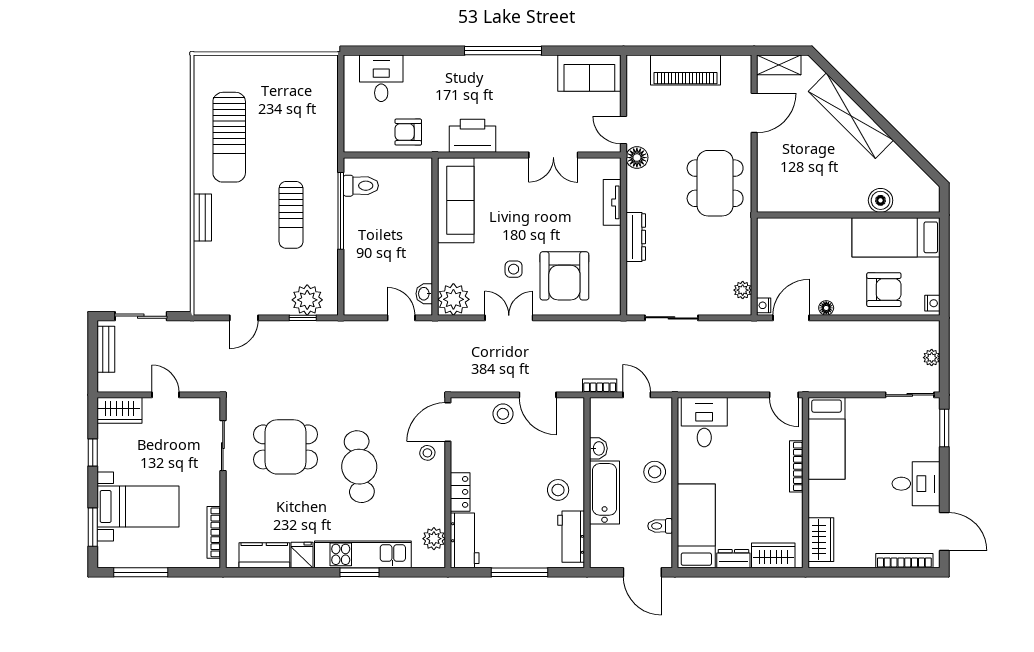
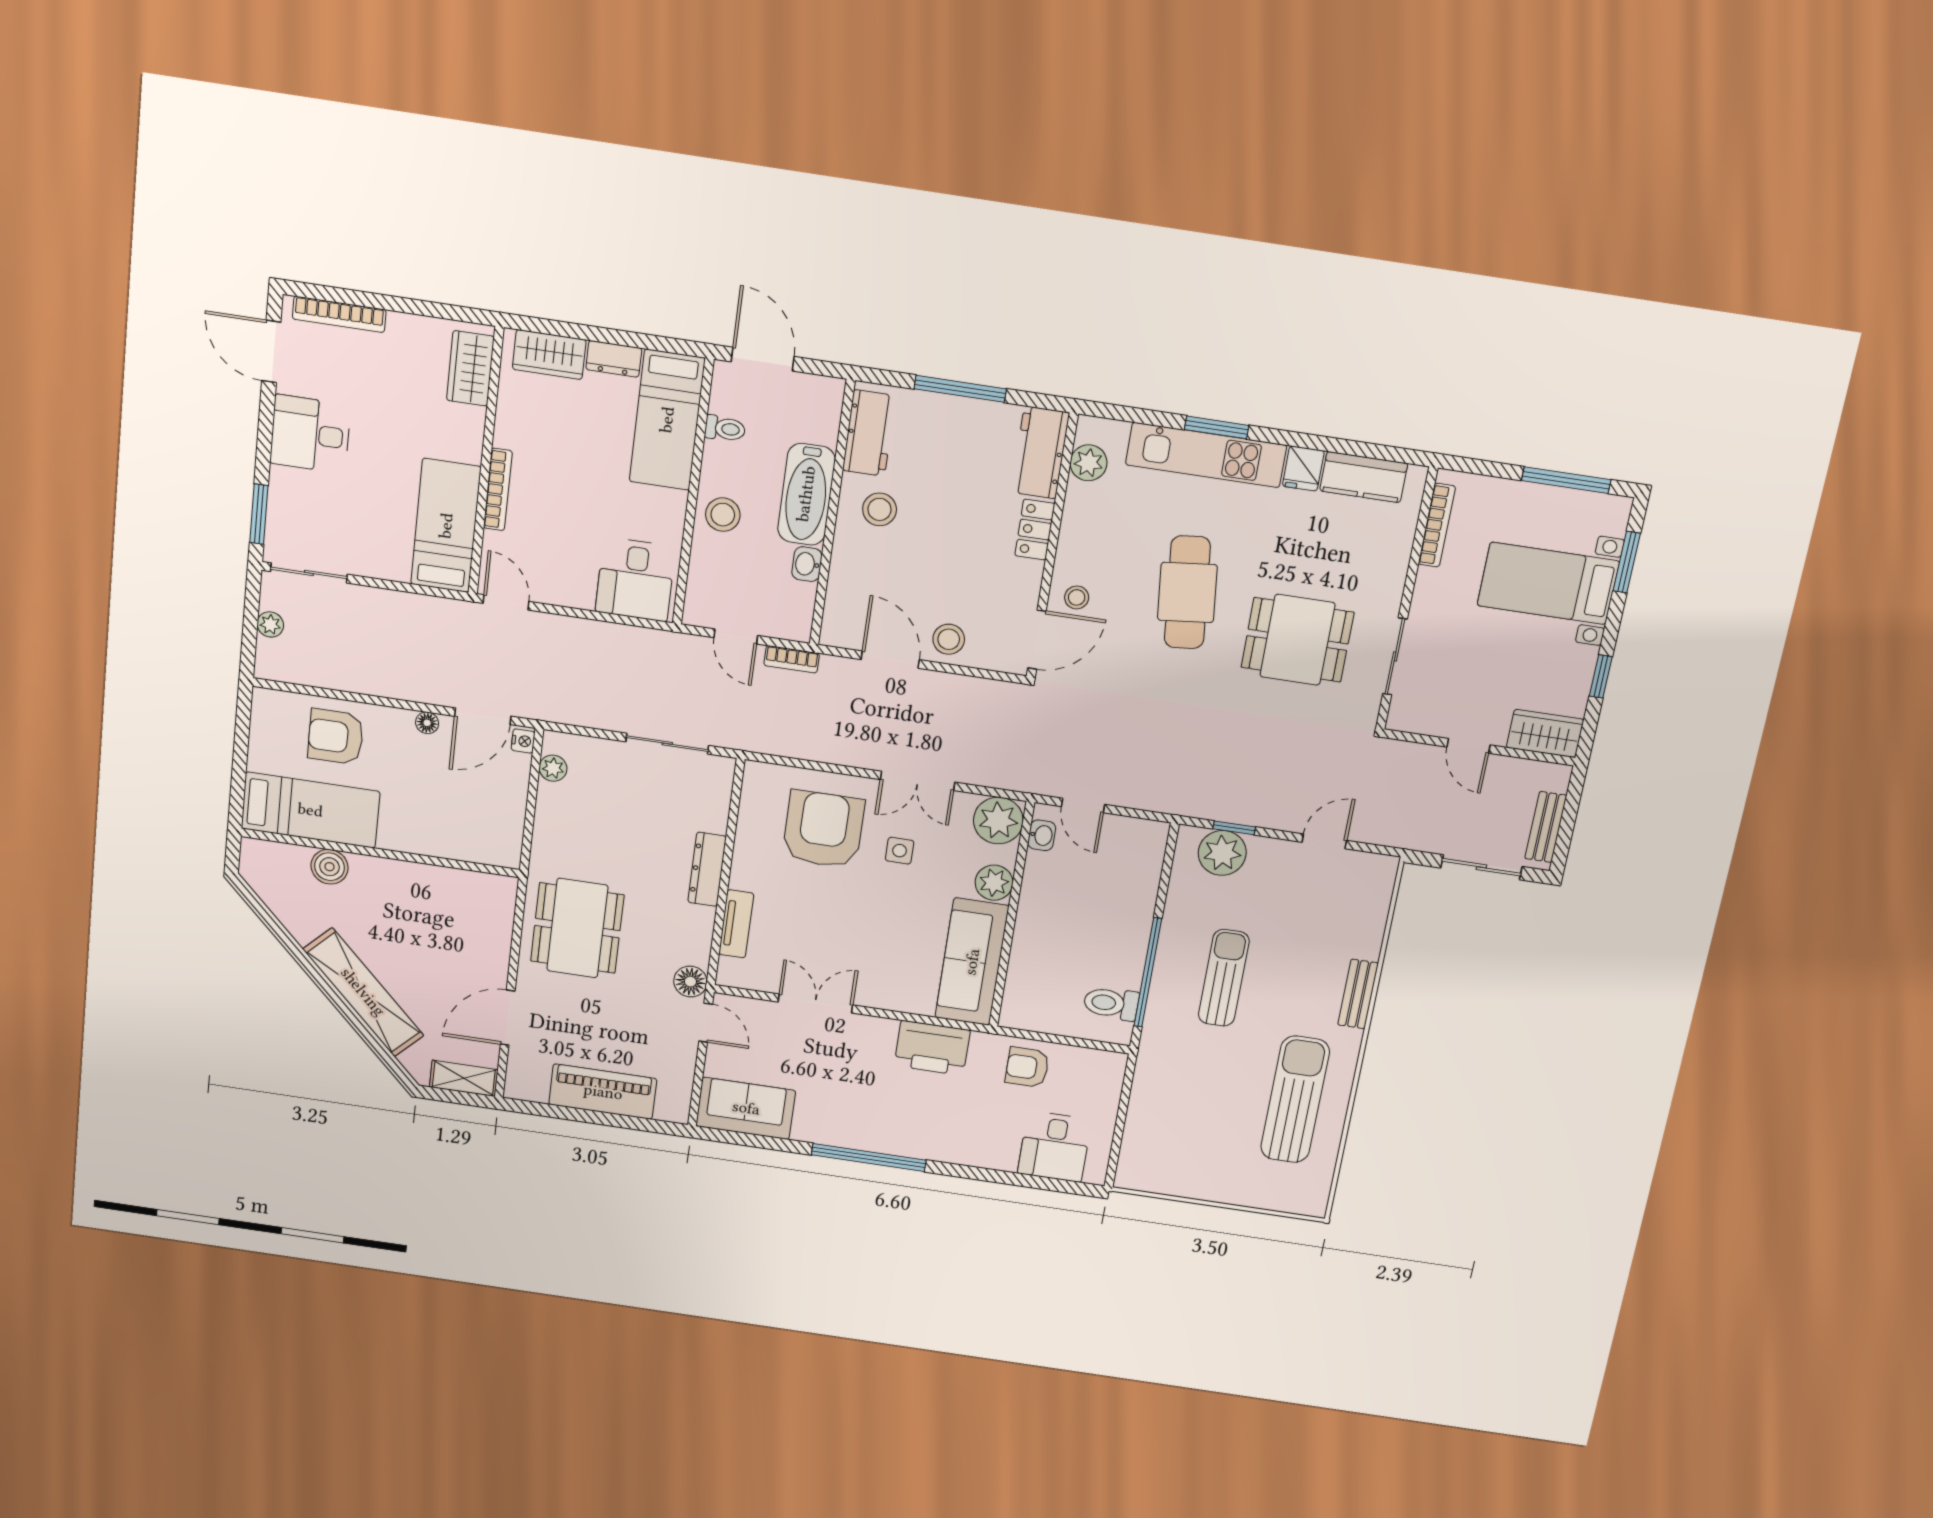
armchair: (408, 132) -> (1027, 1067), turned 180
plant: (450, 257) -> (994, 883), added
nightstand: (932, 303) -> (263, 705), removed

